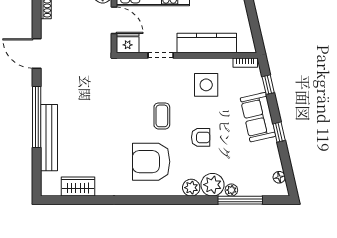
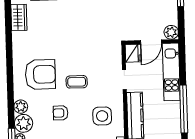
armchair: (201, 137) -> (61, 113), turned 90
armchair: (151, 162) -> (40, 74), turned 90

